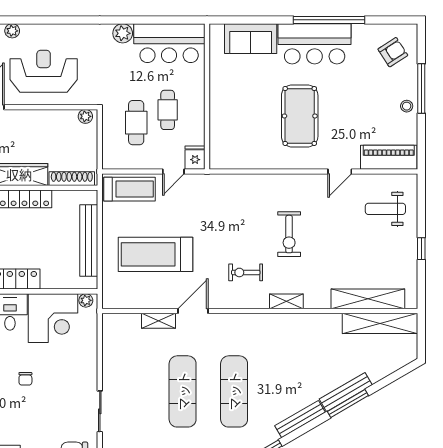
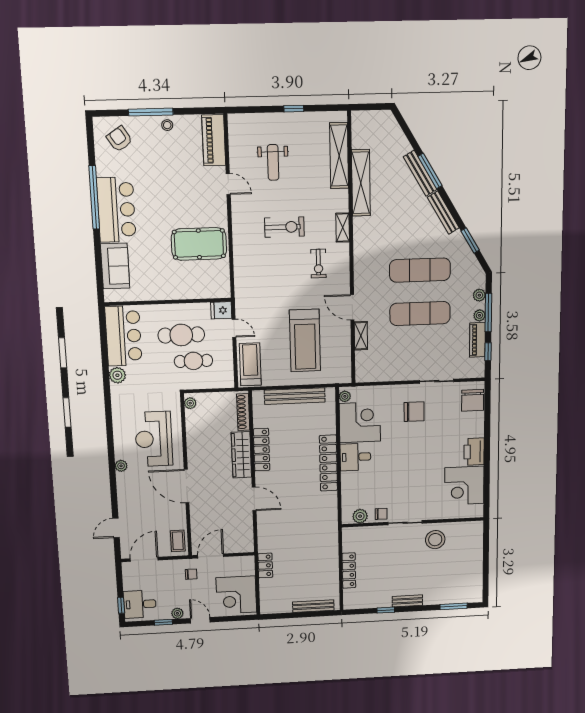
cafe table: (168, 110) -> (181, 335), width x1.37, depth x1.35
pool table: (300, 116) -> (199, 244), moved
weight bench: (385, 209) -> (273, 162), moved
shelving: (380, 323) -> (361, 183), moved
chair: (25, 379) -> (414, 412), moved, width x1.87, depth x1.87

